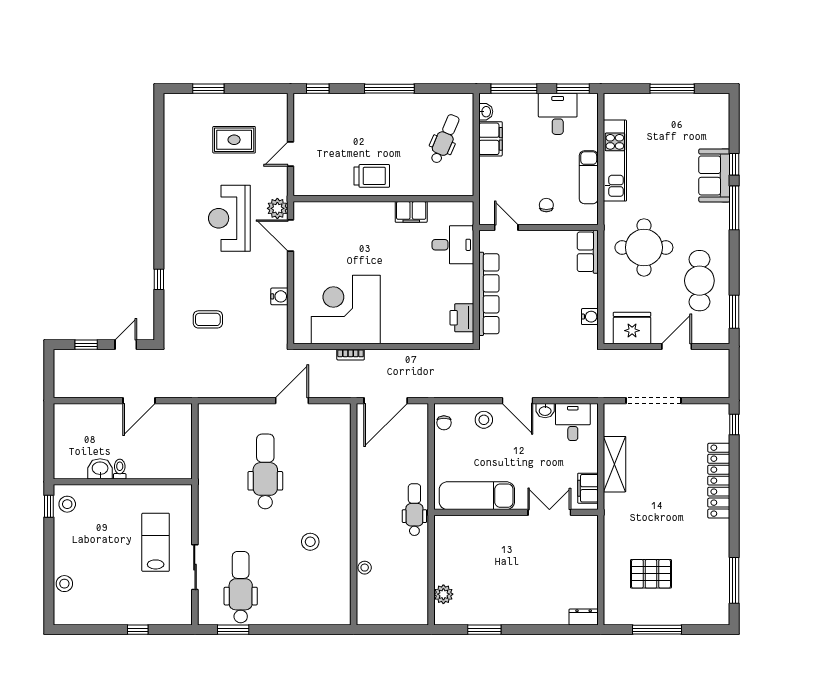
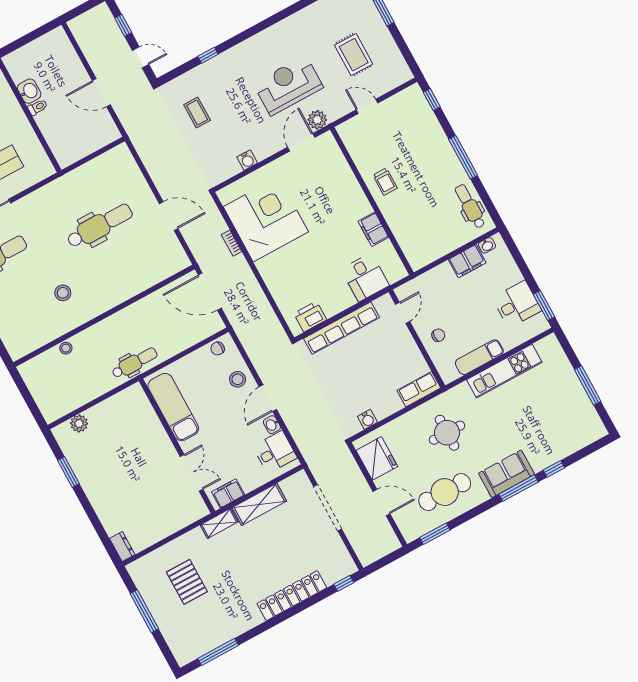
window: (514, 89) -> (518, 258), removed
dental chair: (445, 139) -> (470, 206), moved, turned -113
sofa: (714, 175) -> (507, 474), moved
trolley: (372, 176) -> (385, 182), width x0.73, depth x0.72
round table: (644, 247) -> (447, 433), width x0.73, depth x0.73
shelving: (612, 512) -> (219, 523), added

